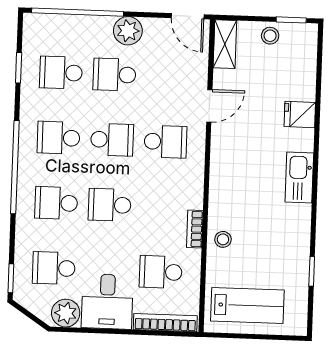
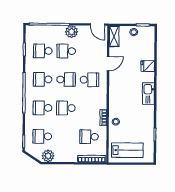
desk: (107, 302) -> (66, 150), removed

